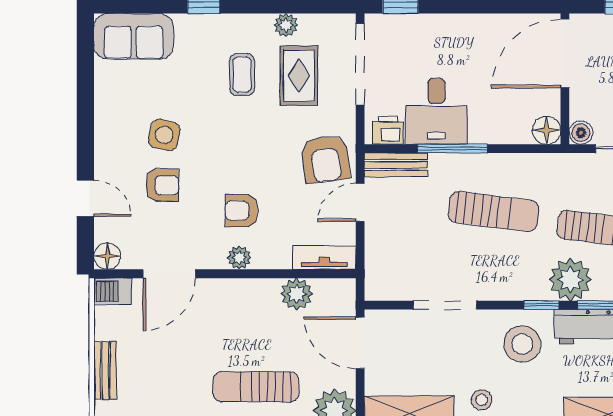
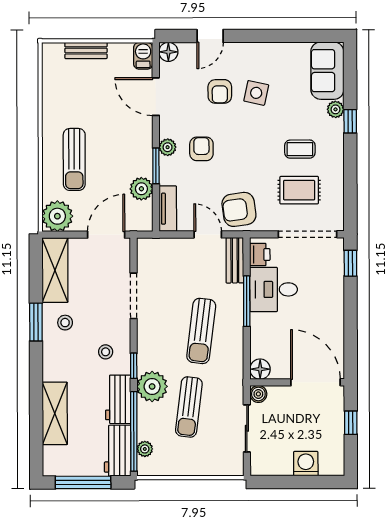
plant: (286, 25) -> (336, 109), moved
window: (265, 274) -> (156, 166), added
stool: (522, 344) -> (106, 352), width x0.53, depth x0.53
sun lounger: (256, 387) -> (74, 159), turned 180

